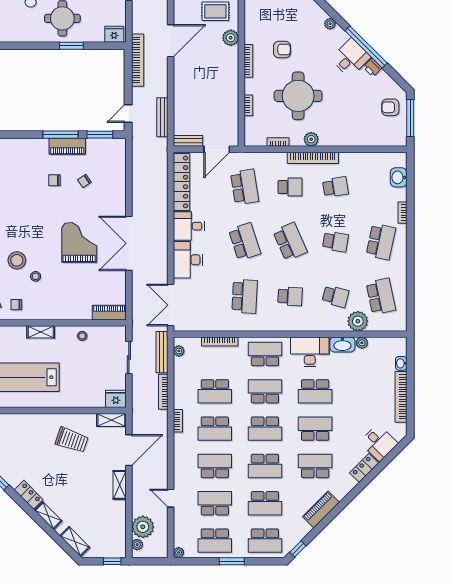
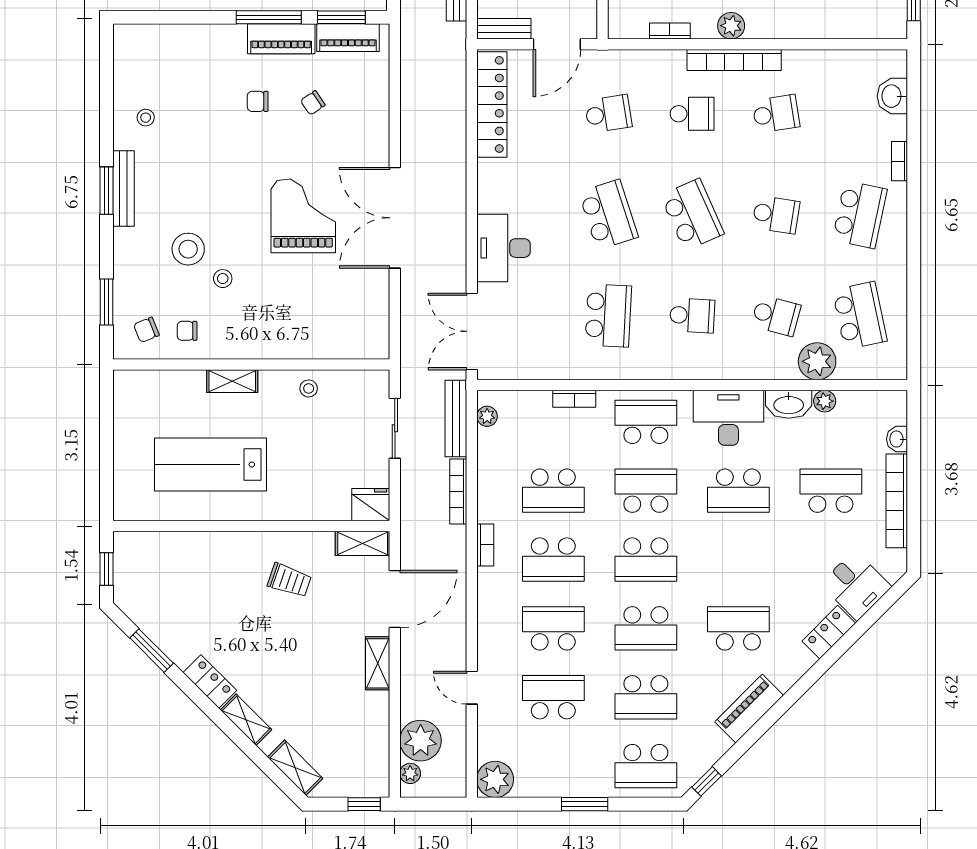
school desk: (245, 187) -> (608, 114), width x0.54
desk: (189, 226) -> (505, 186), removed
piano: (109, 313) -> (348, 38), moved, turned 180
bookcase: (220, 341) -> (574, 399), width x0.64
school desk: (315, 429) -> (831, 491), moved
trolley: (72, 440) -> (289, 580), width x0.73, depth x0.72
school desk: (215, 541) -> (553, 766), removed
plant: (179, 552) -> (495, 779), width x1.87, depth x1.87

